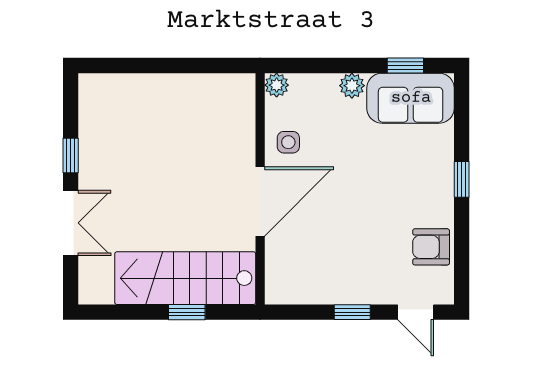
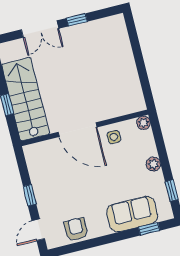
sofa: (411, 98) -> (132, 214), moved, turned 90
window: (462, 179) -> (149, 229), moved

